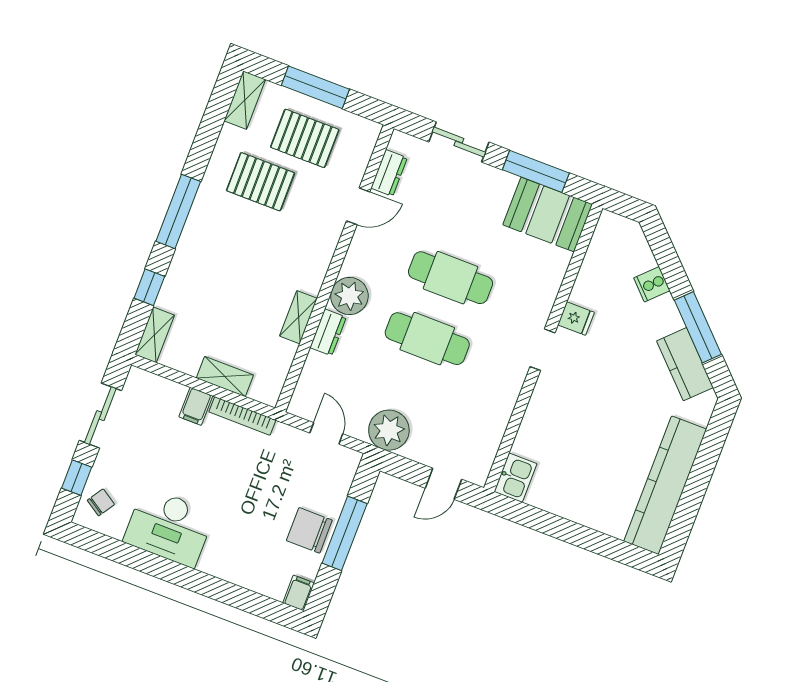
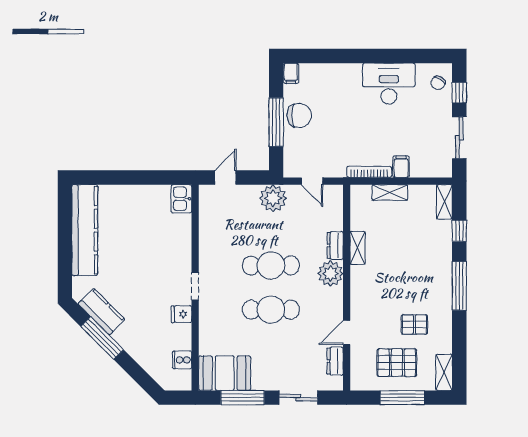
pallet: (261, 182) -> (414, 324), width x0.67, depth x0.71
cooker: (652, 284) -> (182, 360), moved, turned -135

